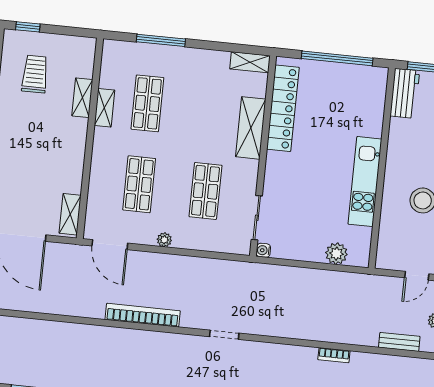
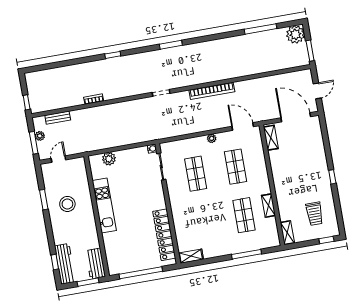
shelving: (82, 98) -> (287, 233), moved
shelving: (251, 128) -> (180, 218), removed

